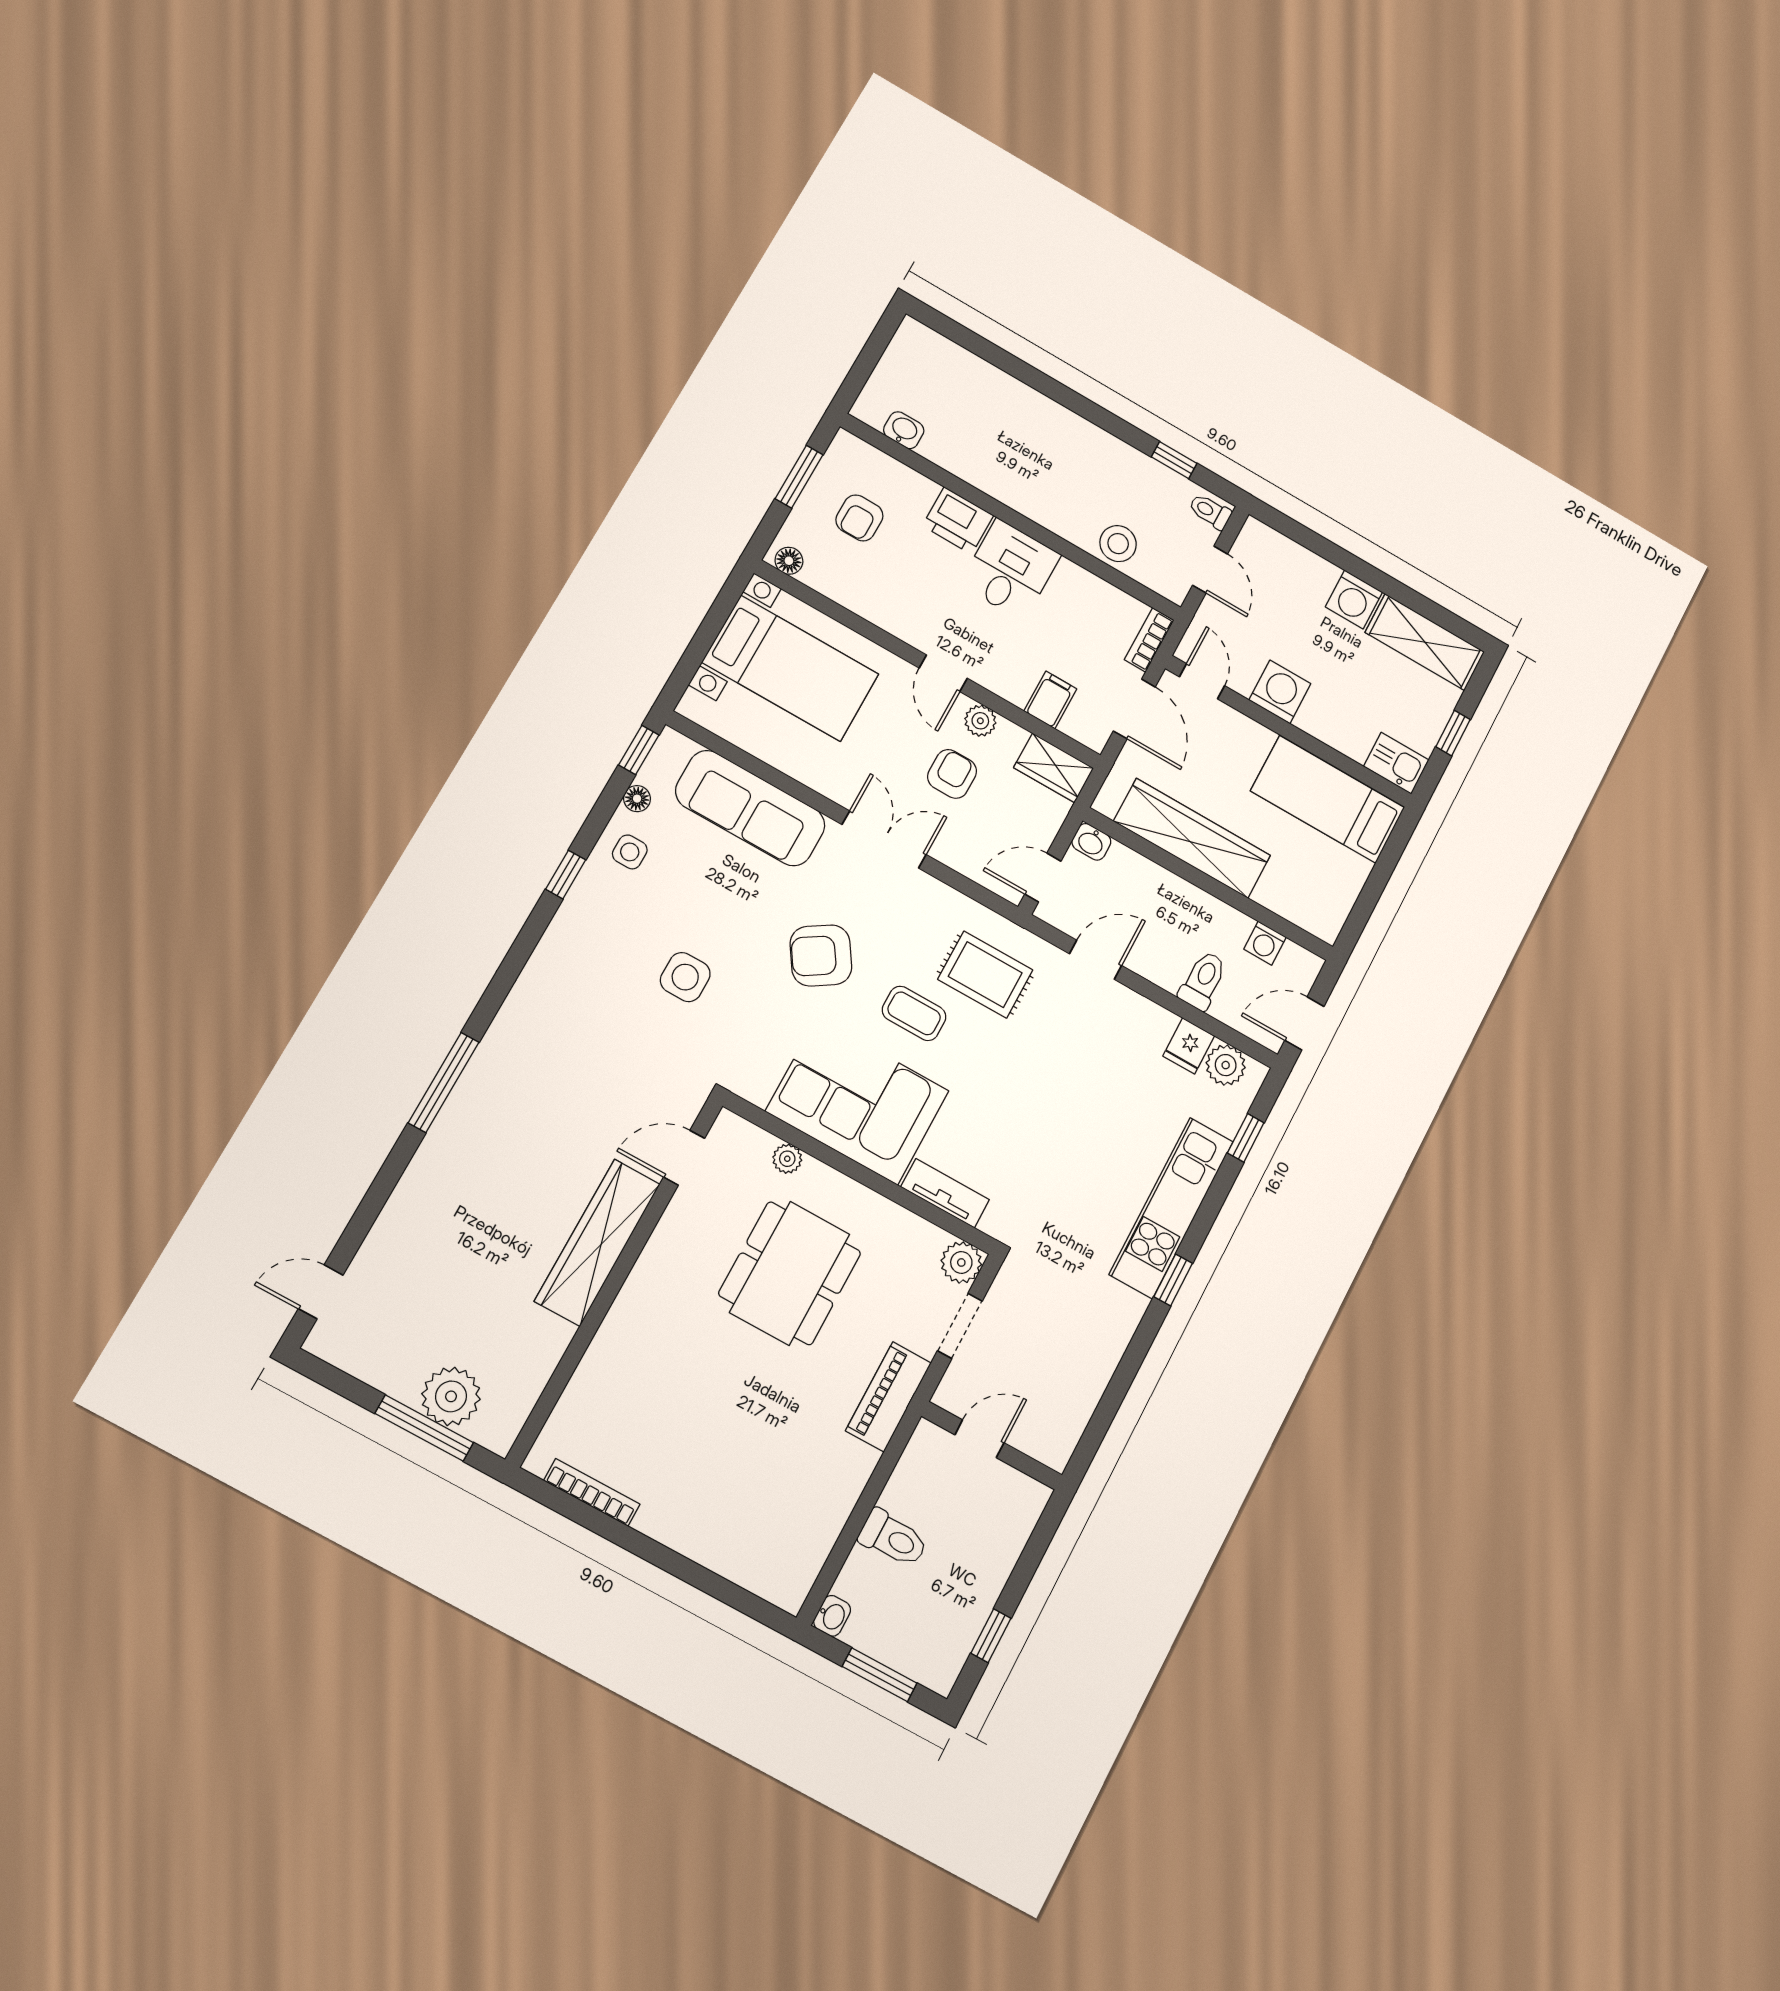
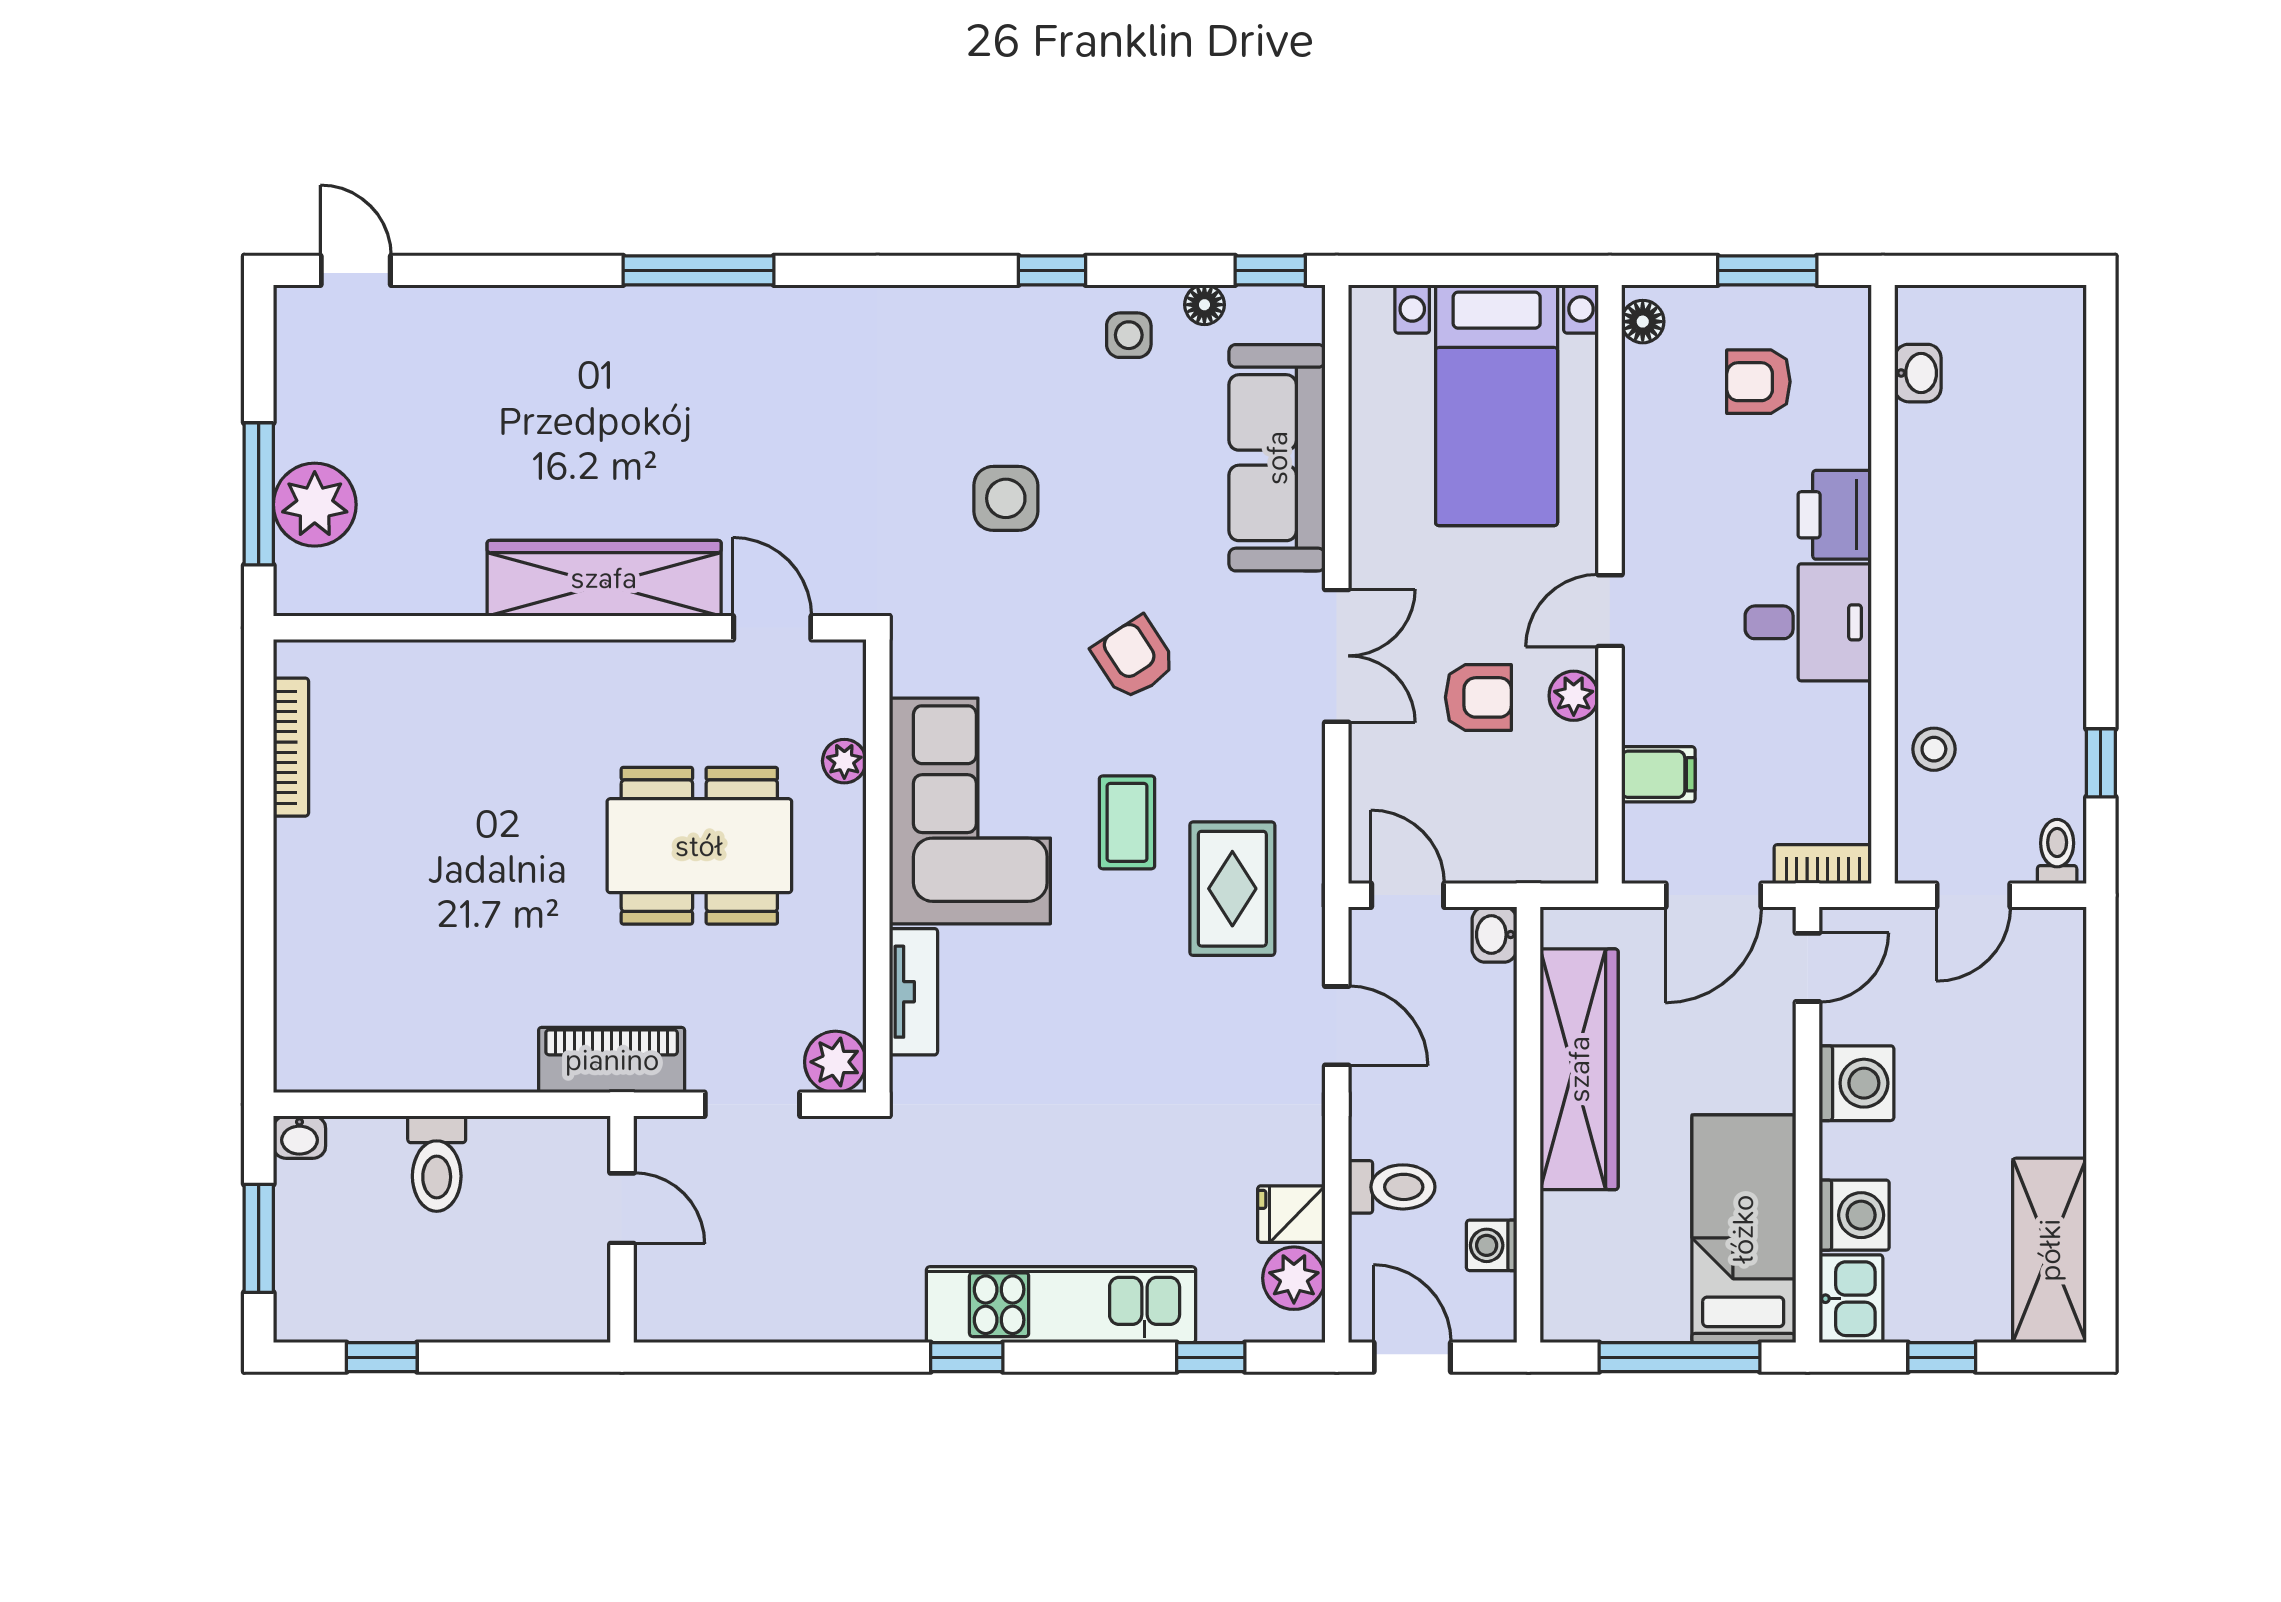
stool: (1118, 544) -> (1934, 749), width x0.73, depth x0.73
washing machine: (1354, 599) -> (1854, 1215), moved, turned 180
wardrobe: (1054, 768) -> (1567, 829), removed
window: (1380, 875) -> (1680, 1357), added
armchair: (821, 956) -> (1134, 658), width x0.72, depth x0.72

